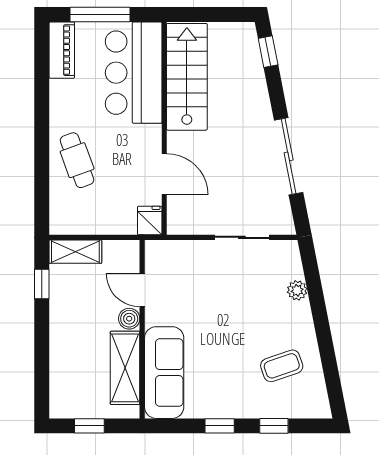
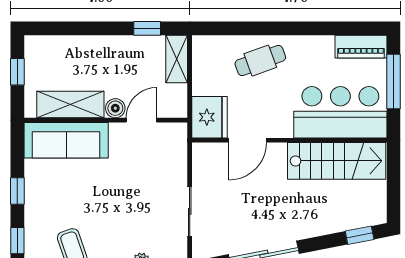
fridge: (150, 220) -> (210, 117), width x1.88, depth x1.34

